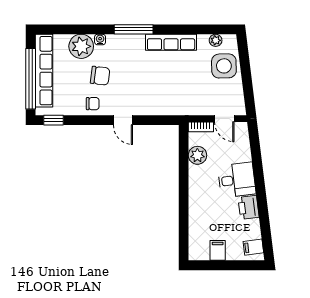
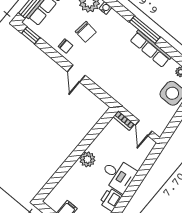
window: (134, 29) -> (145, 30), moved
plant: (197, 155) -> (87, 159), moved

